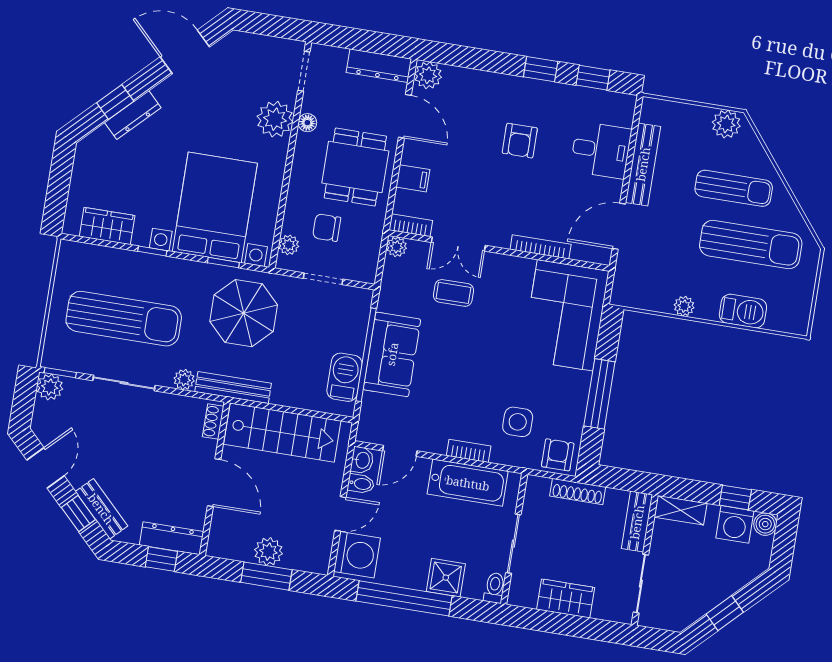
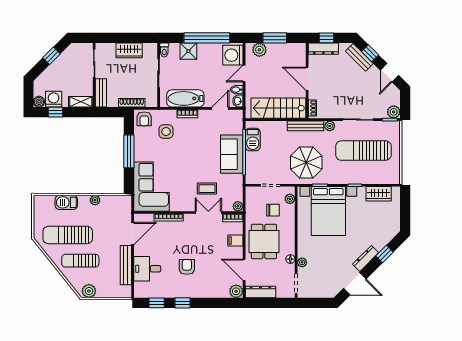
dresser: (133, 115) -> (366, 258), moved
plant: (275, 119) -> (302, 262), width x0.53, depth x0.53
plant: (268, 552) -> (259, 50), moved

